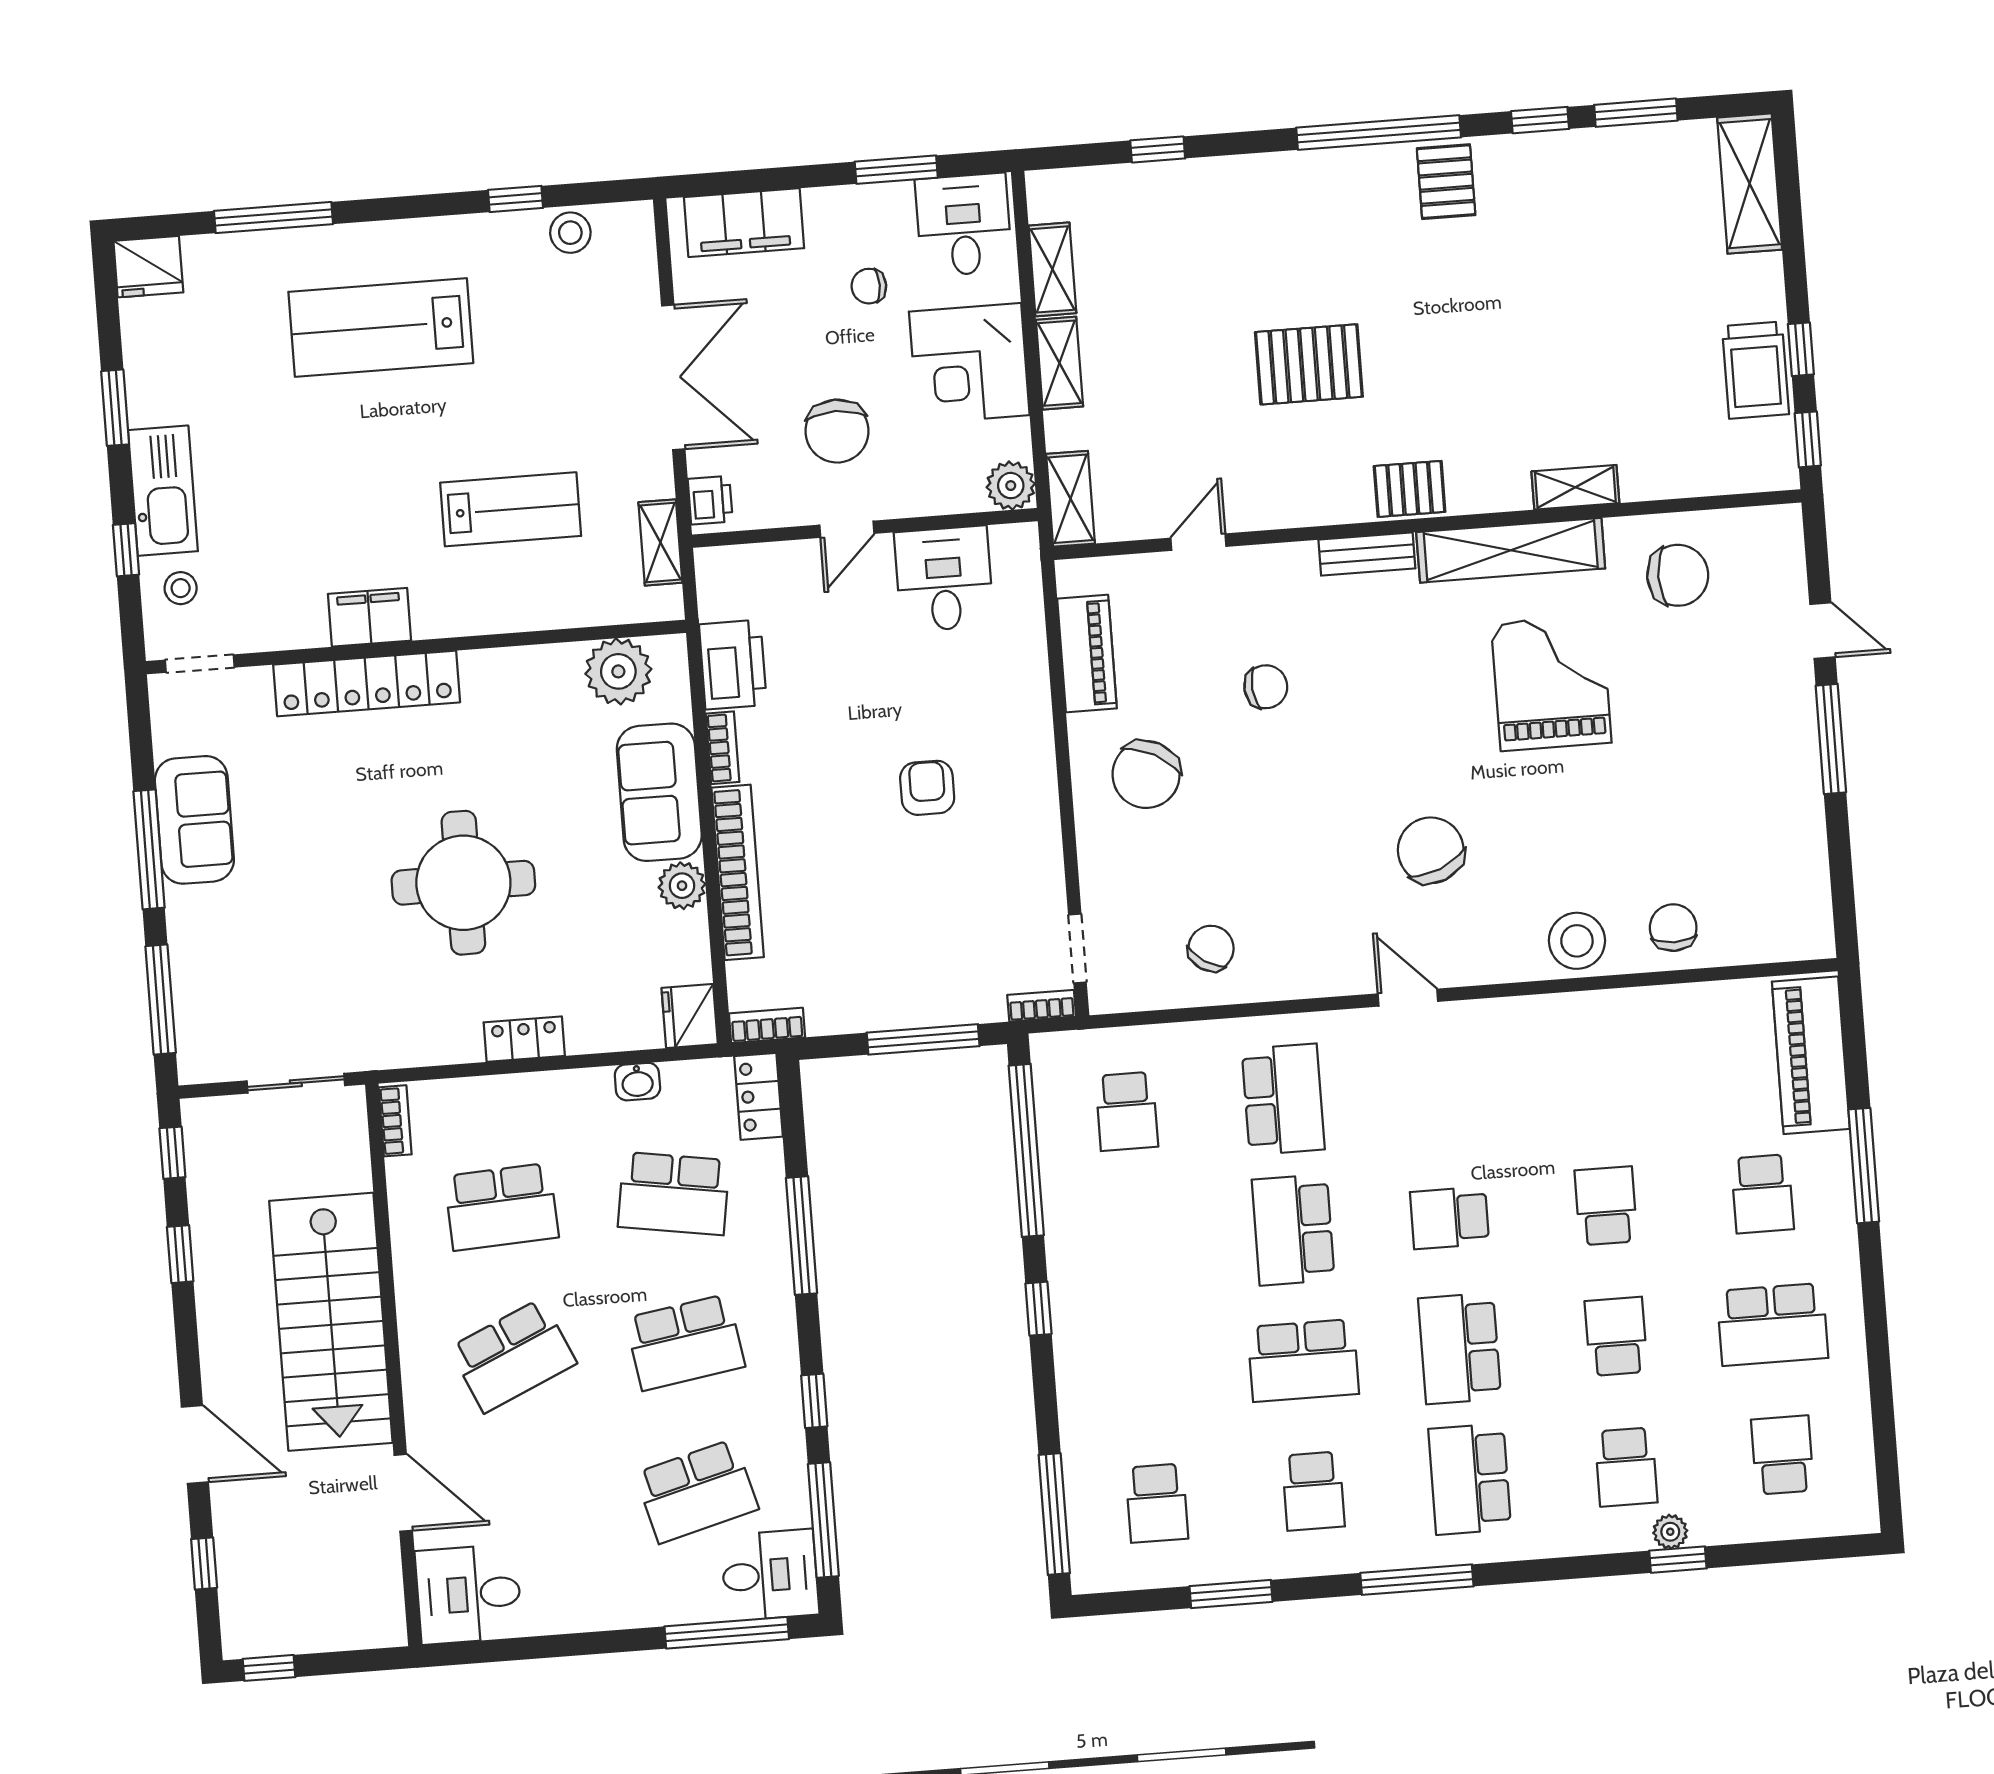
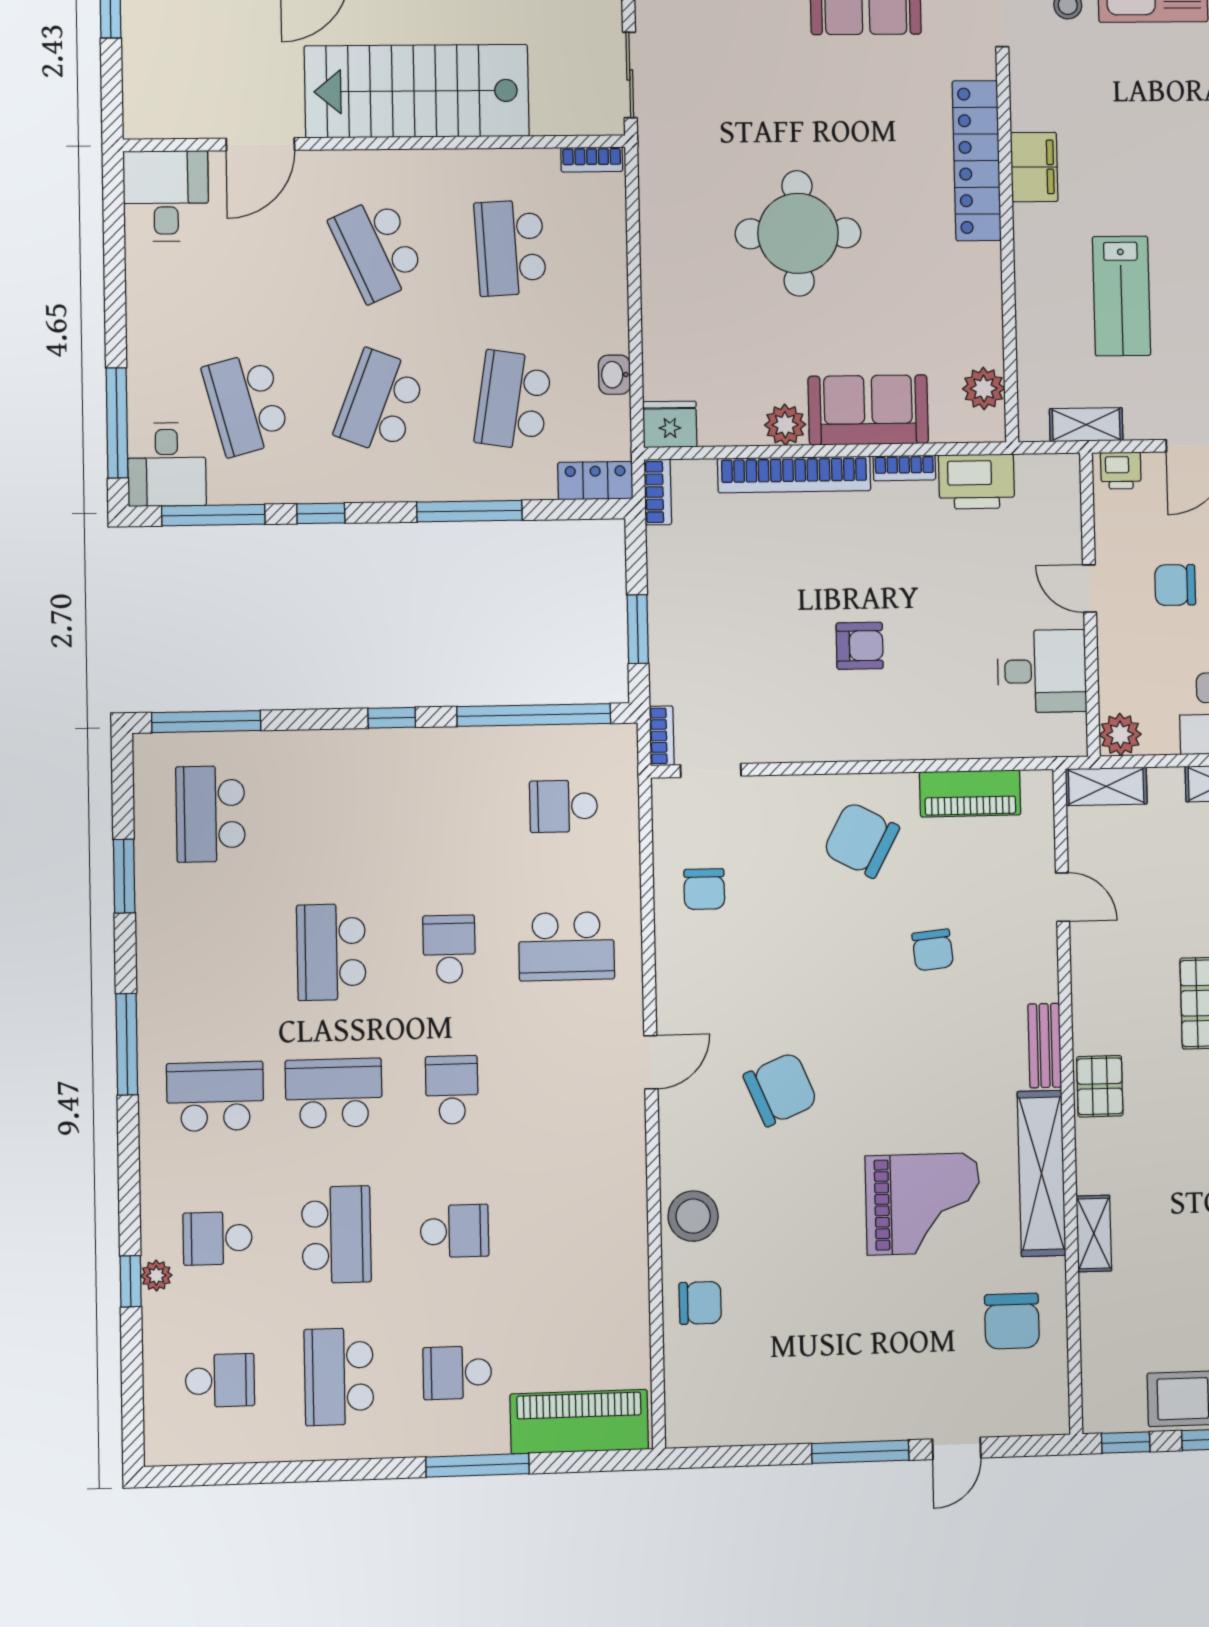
chair: (837, 431) -> (1175, 585), width x0.73, depth x0.73
plant: (618, 671) -> (984, 388), width x0.73, depth x0.73
chair: (1211, 948) -> (704, 889), turned 57
locker: (524, 1039) -> (658, 278), removed
window: (923, 1039) -> (638, 629), width x0.69
school desk: (1293, 1230) -> (449, 949), width x0.54
school desk: (1616, 1336) -> (336, 1235), width x1.85
school desk: (685, 1342) -> (380, 402), turned 30
school desk: (1313, 1491) -> (213, 955), removed
school desk: (1157, 1503) -> (210, 814), width x1.85

